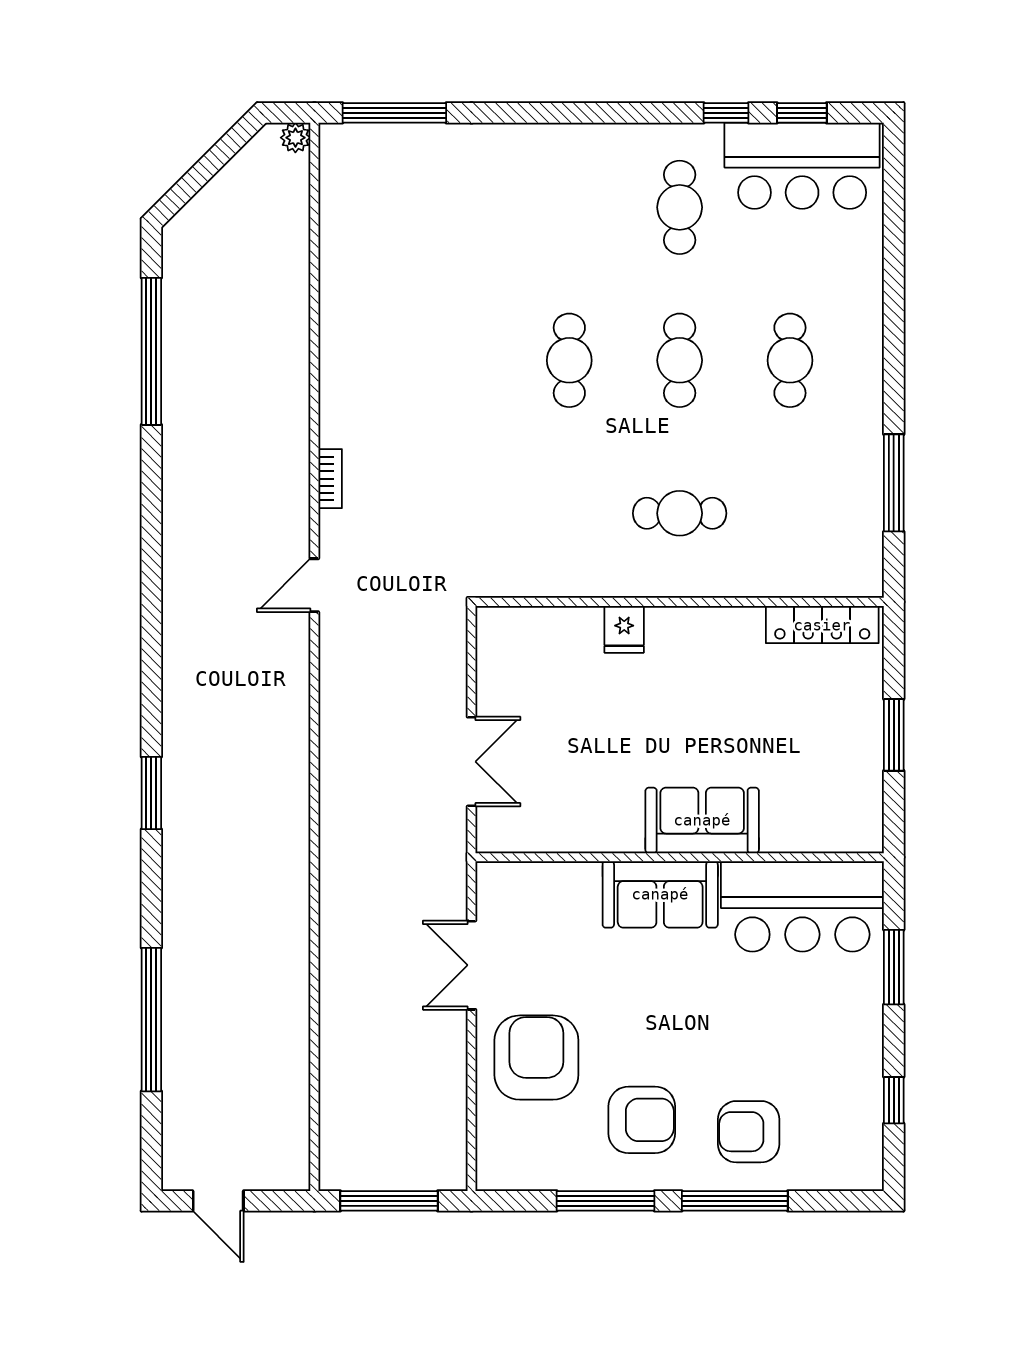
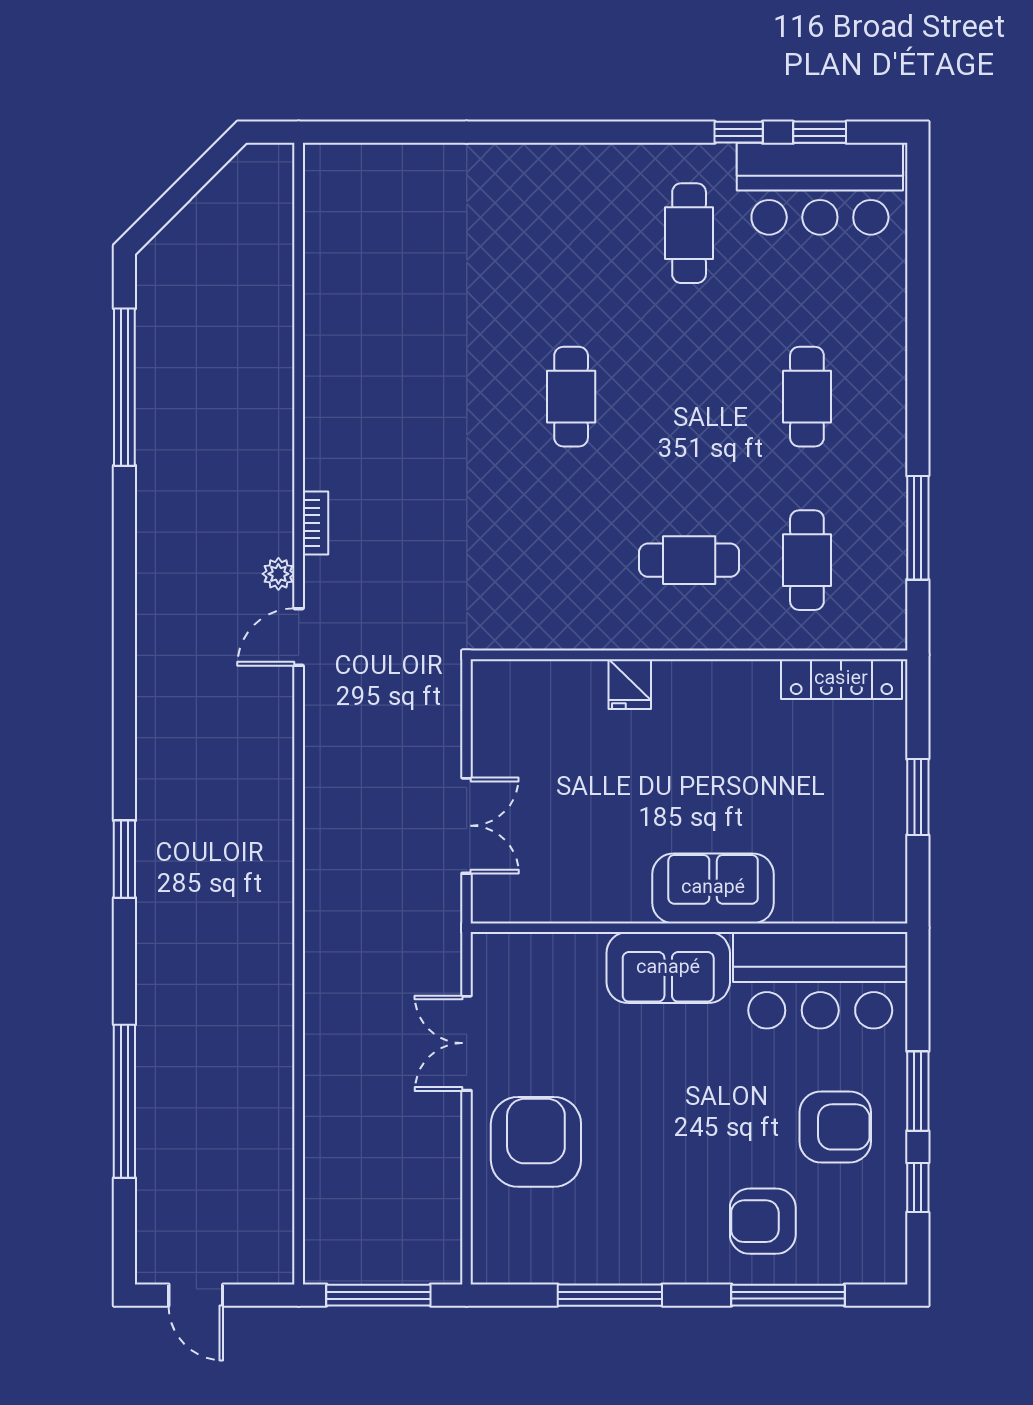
window: (394, 113) -> (384, 132), removed
plant: (295, 138) -> (278, 574), moved
cafe table: (680, 360) -> (807, 560), moved
window: (894, 967) -> (918, 1091), moved
armchair: (642, 1120) -> (835, 1127), moved
window: (735, 1201) -> (788, 1295), moved

